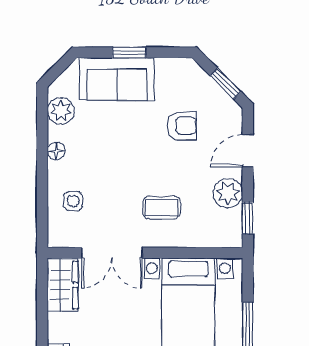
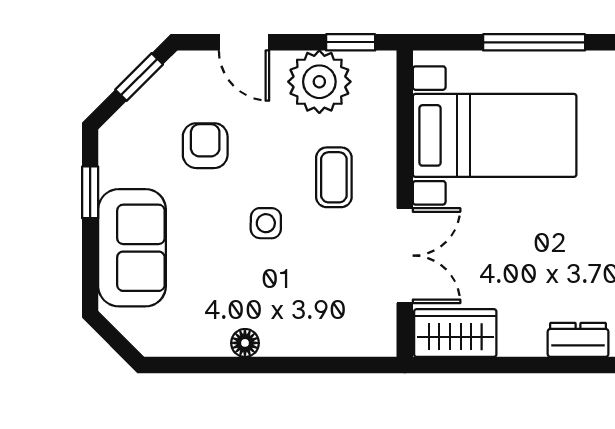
window: (129, 52) -> (90, 192), moved
plant: (61, 111) -> (182, 336), removed
plant: (228, 193) -> (319, 82), width x1.36, depth x1.36
side table: (73, 201) -> (266, 223), moved

